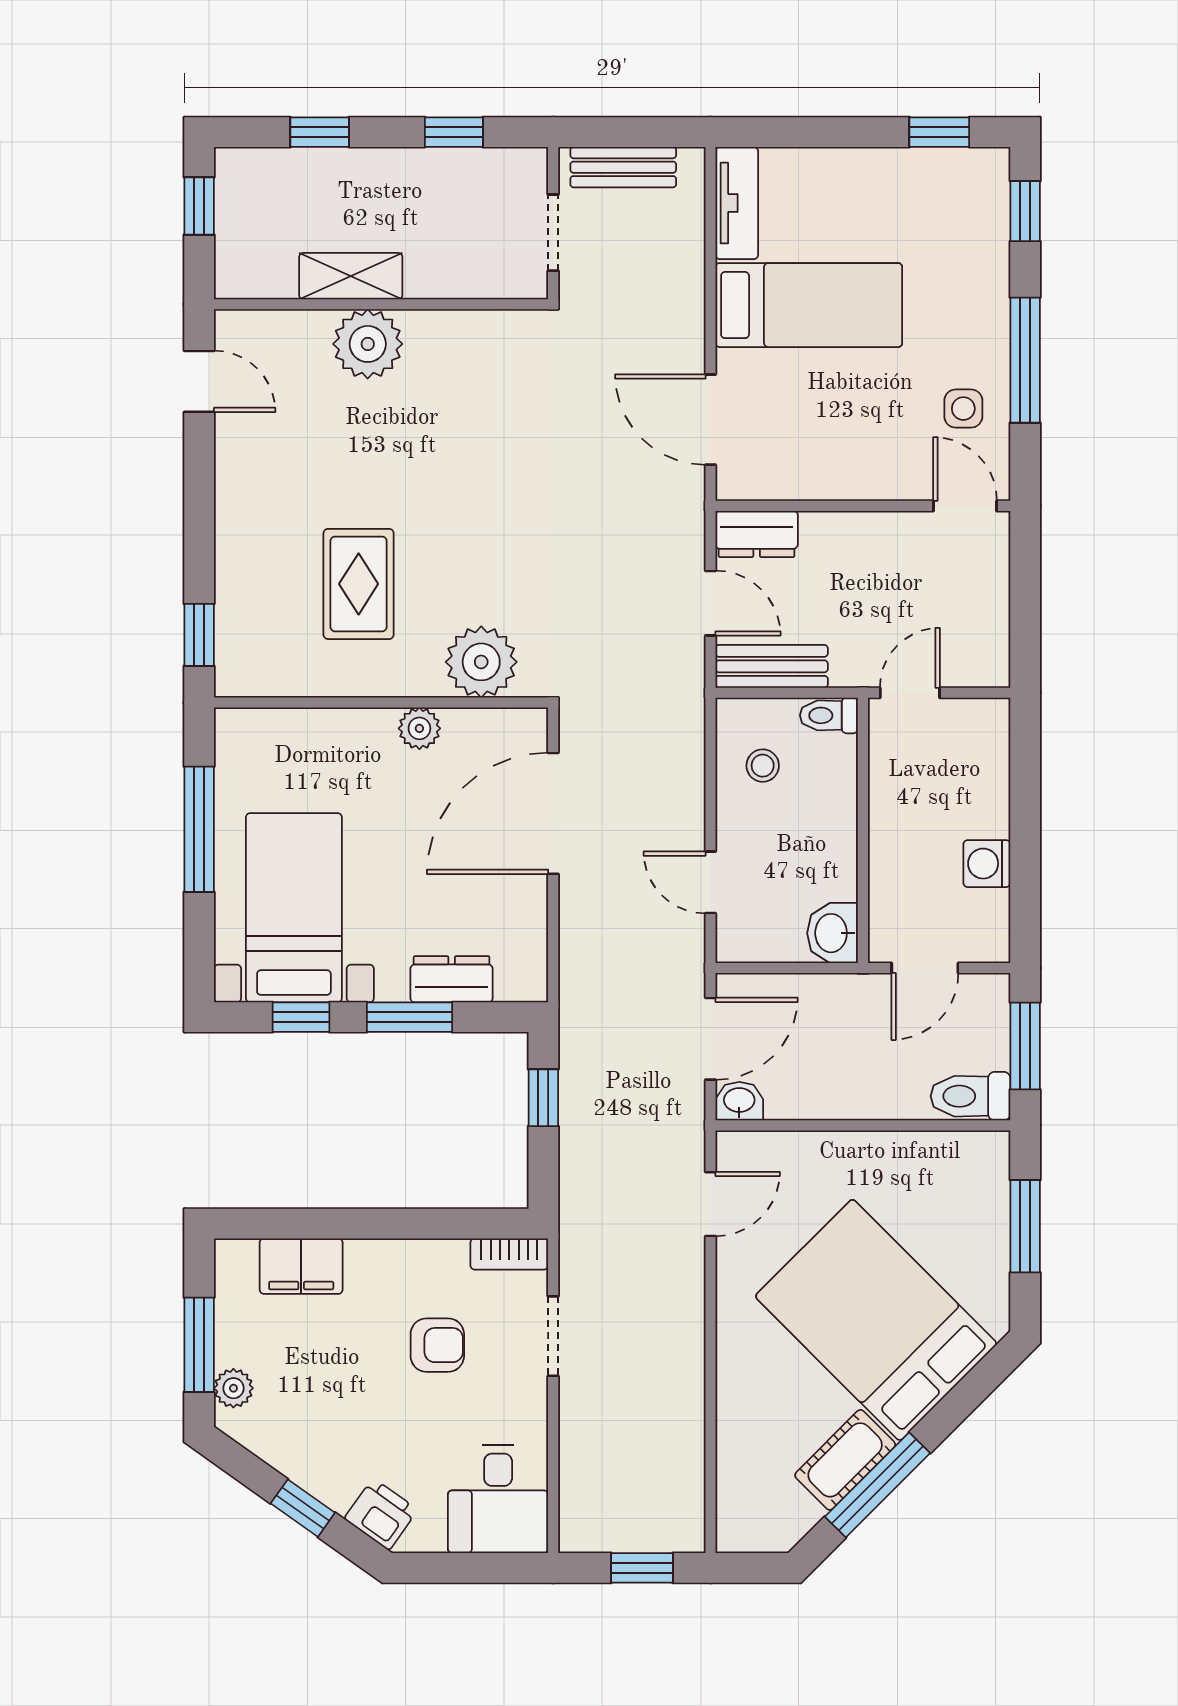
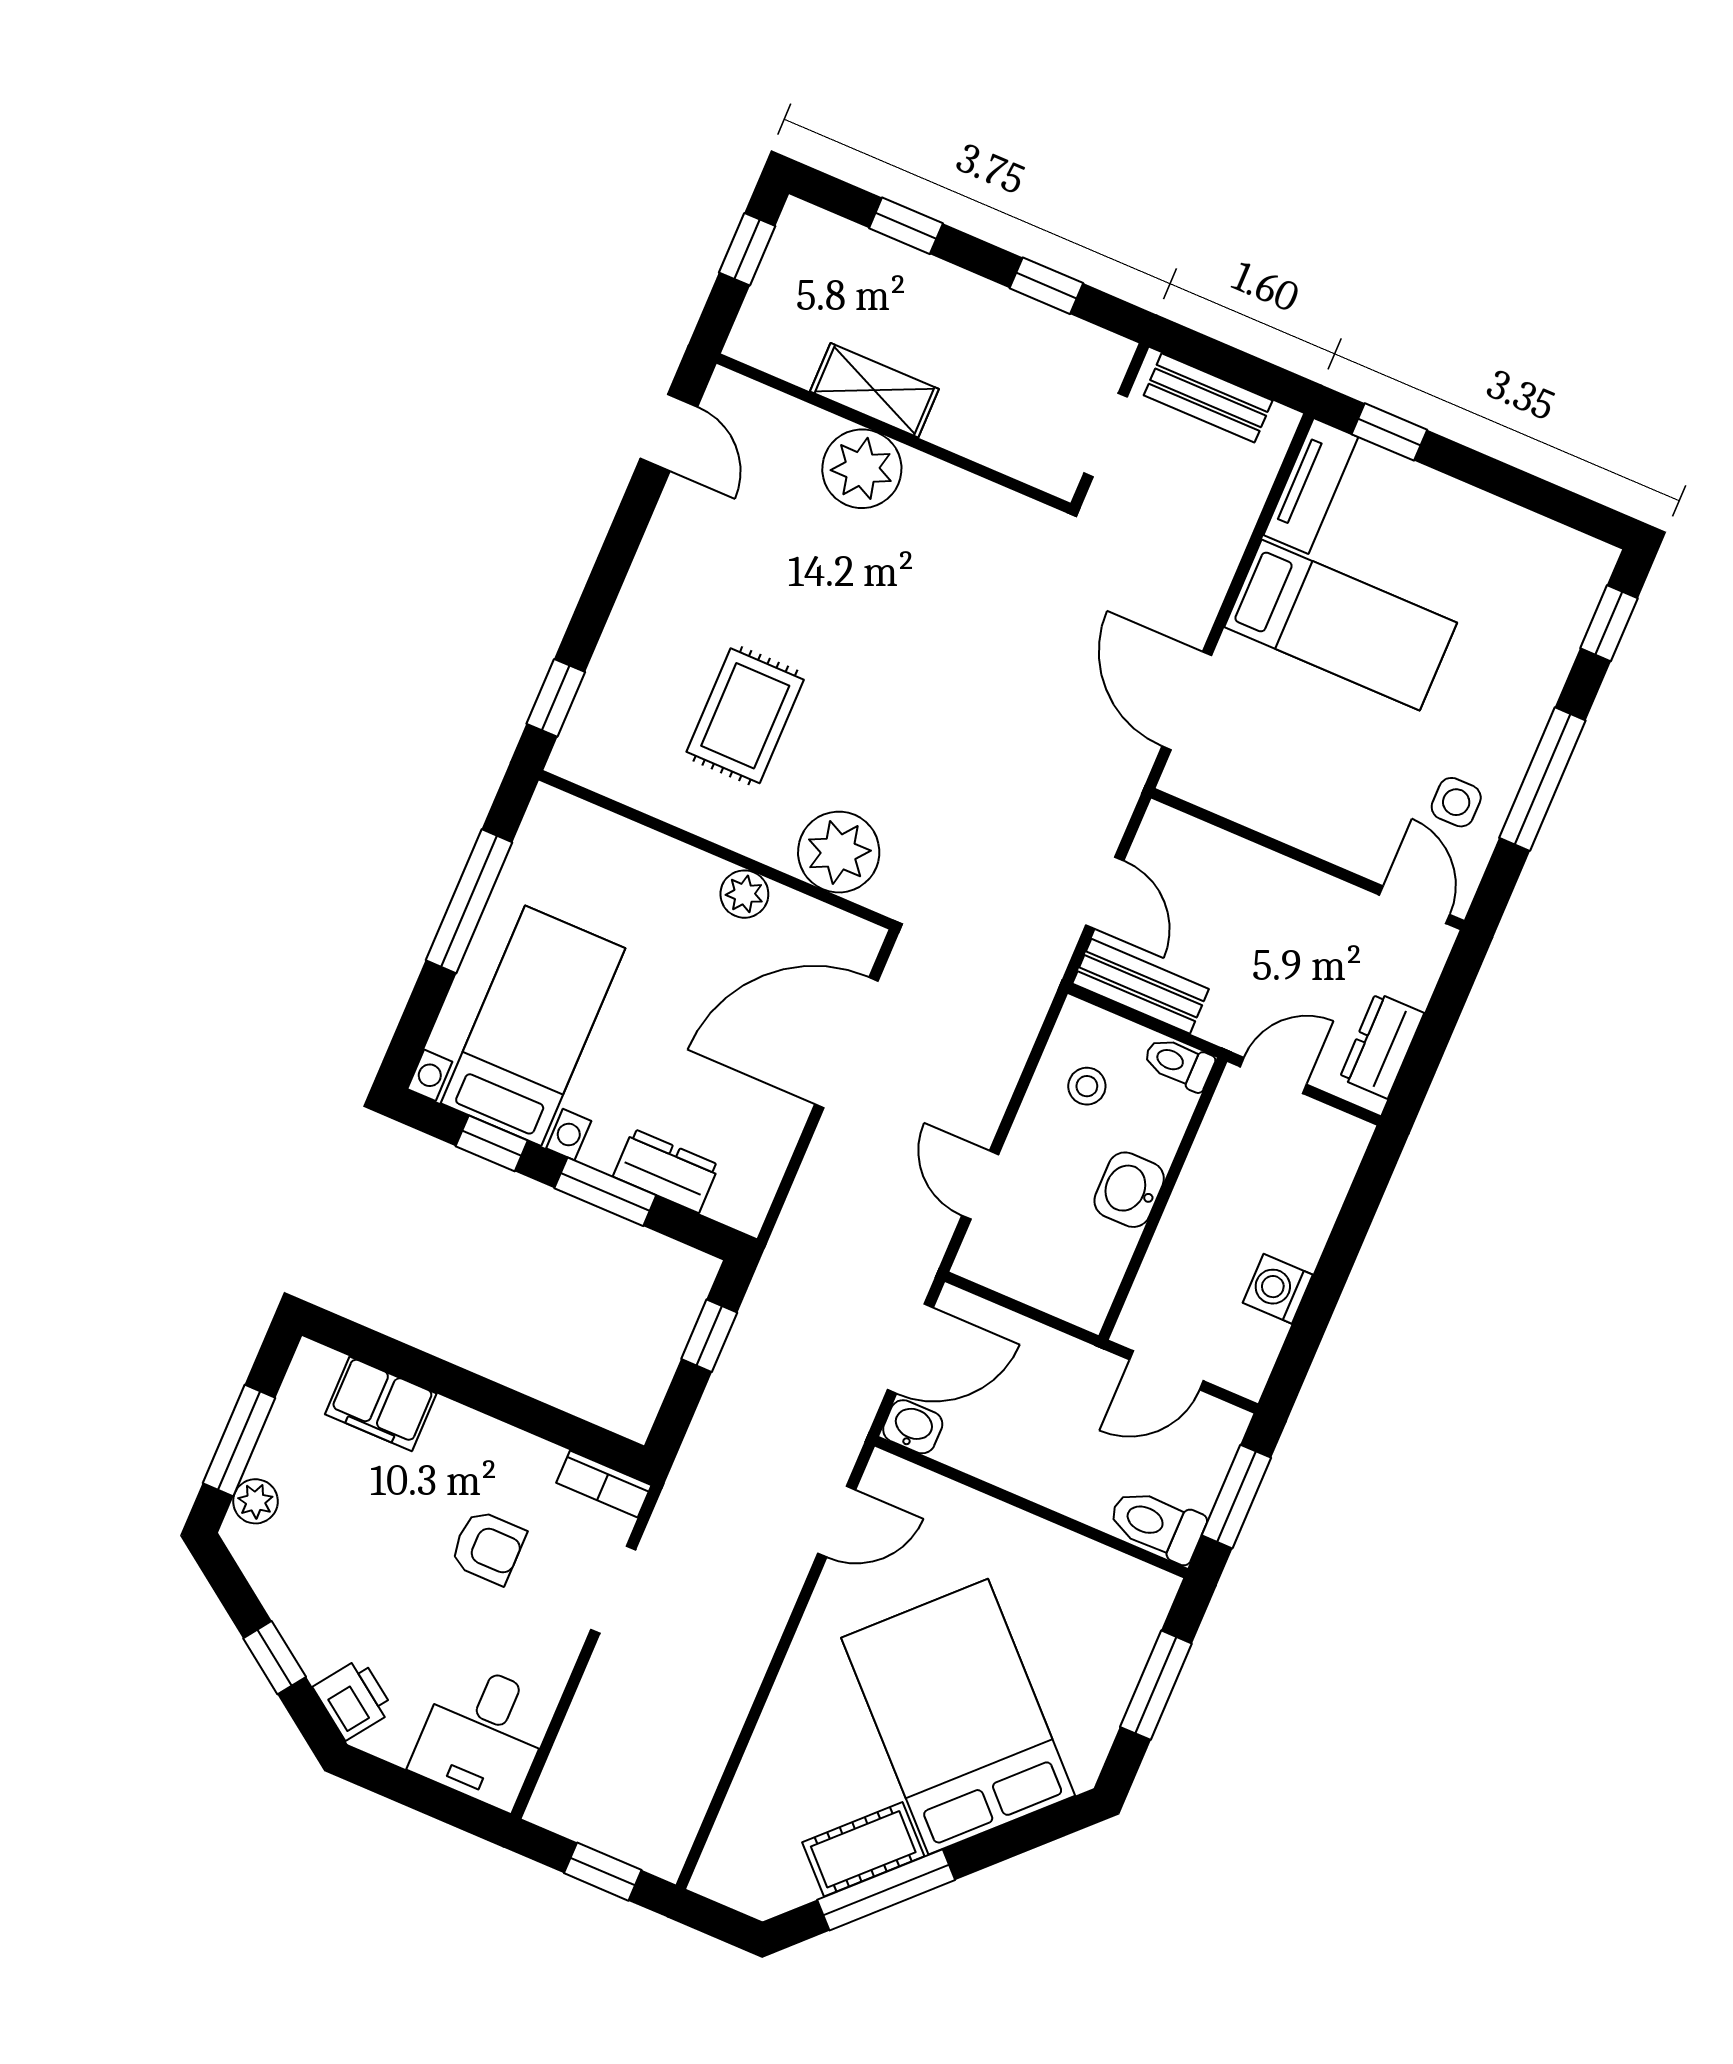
window: (939, 132) -> (1389, 432), moved
dresser: (757, 534) -> (1382, 1046), moved, turned 90
washbasin: (833, 933) -> (1129, 1190), moved

